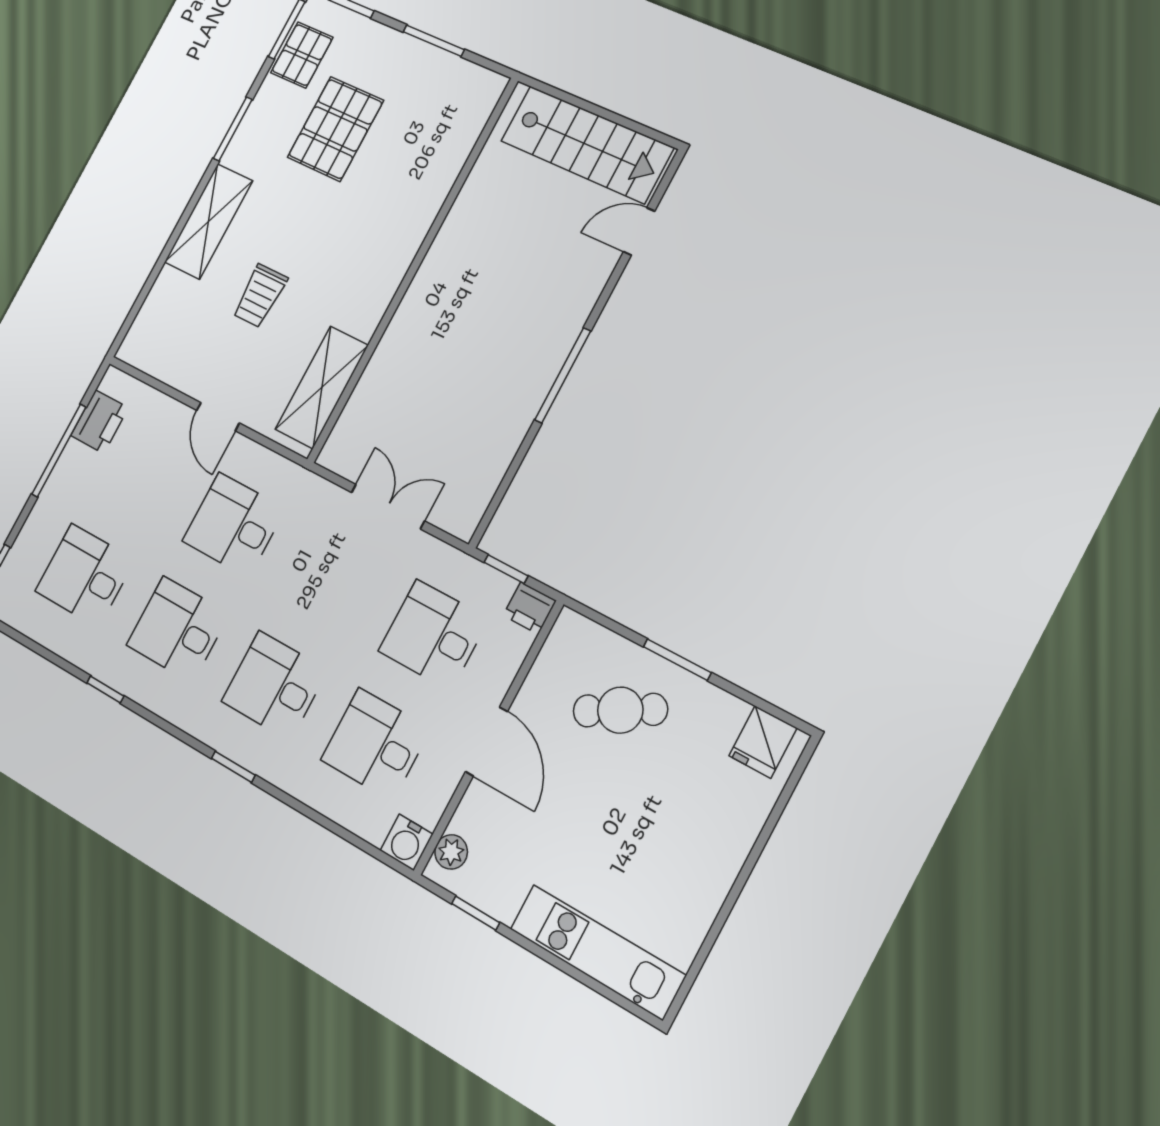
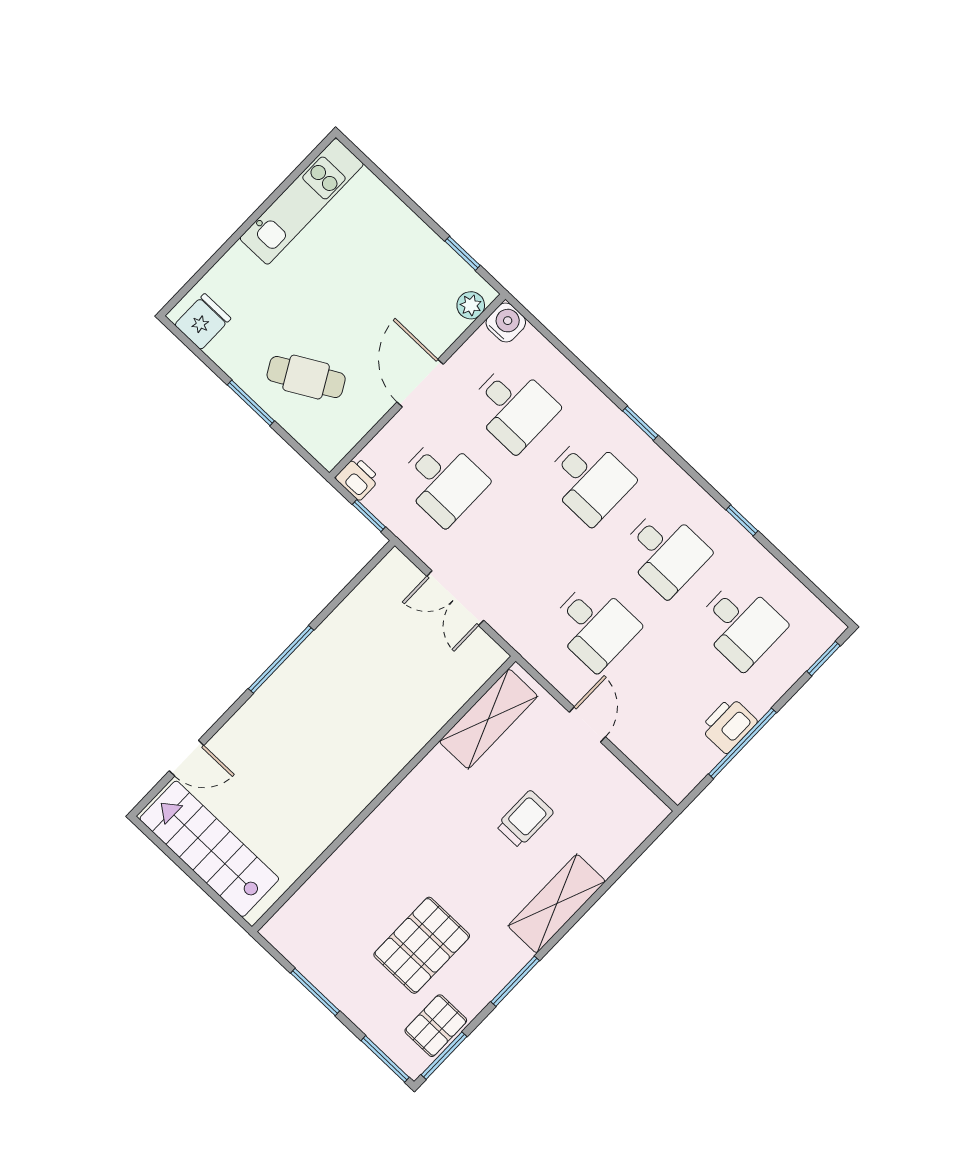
printer: (100, 422) -> (729, 725), moved
kitchen unit: (597, 952) -> (302, 201), moved, turned -90

